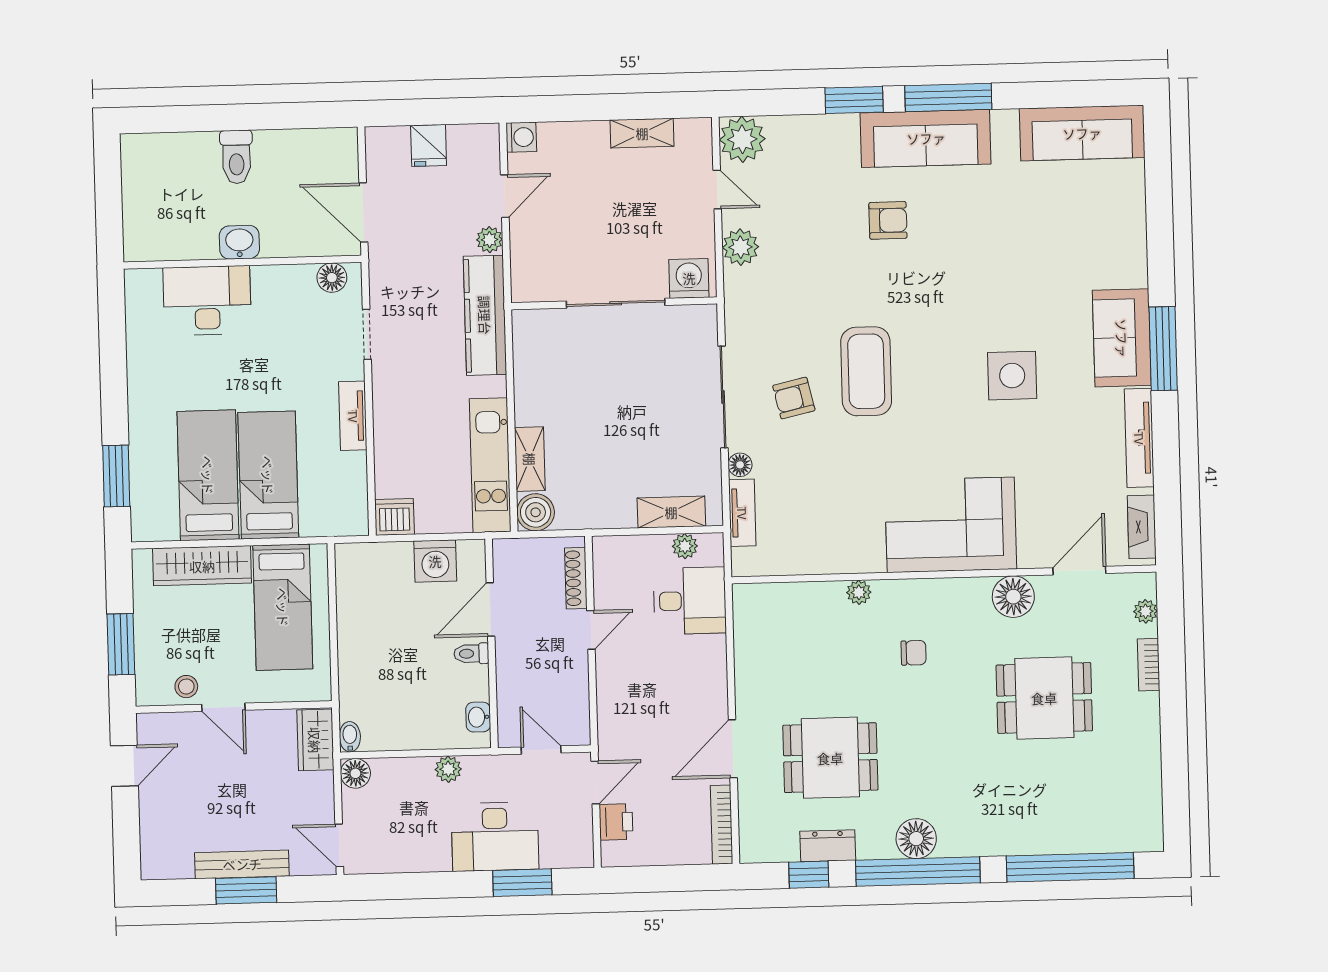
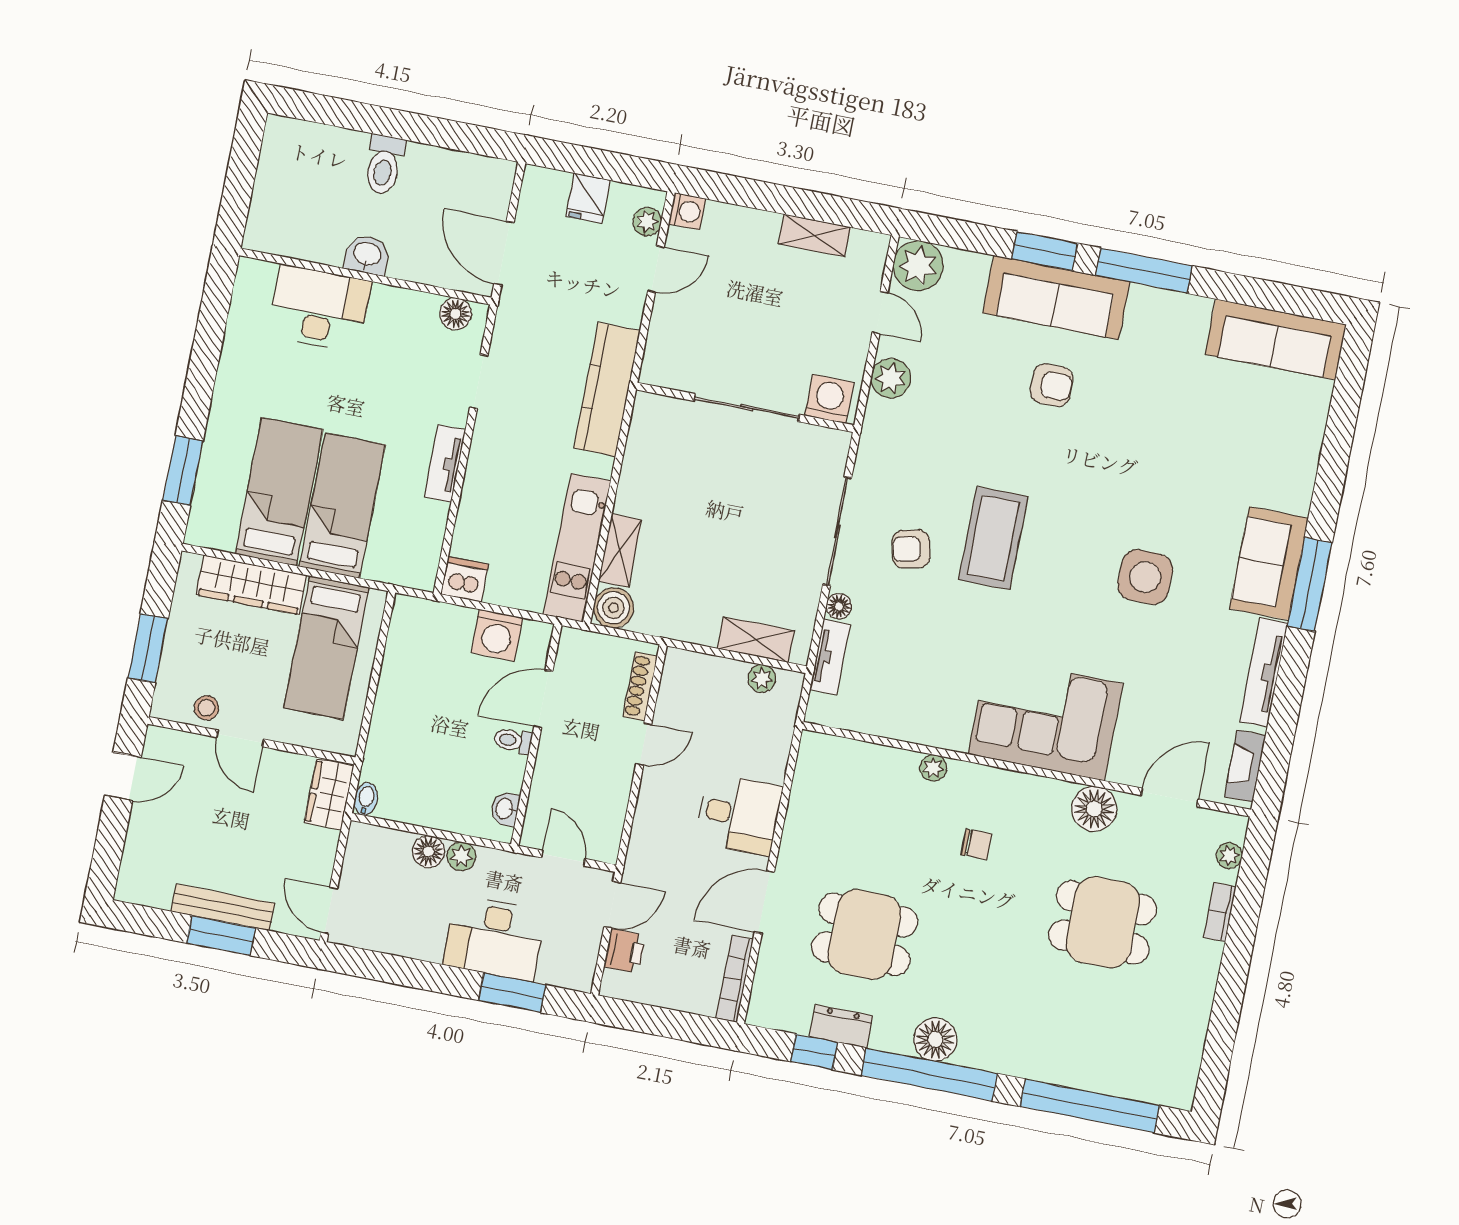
sofa: (926, 138) -> (1056, 297), moved
plant: (490, 240) -> (647, 222), moved
desk: (690, 601) -> (739, 814), moved
floor lamp: (355, 773) -> (428, 852), moved

